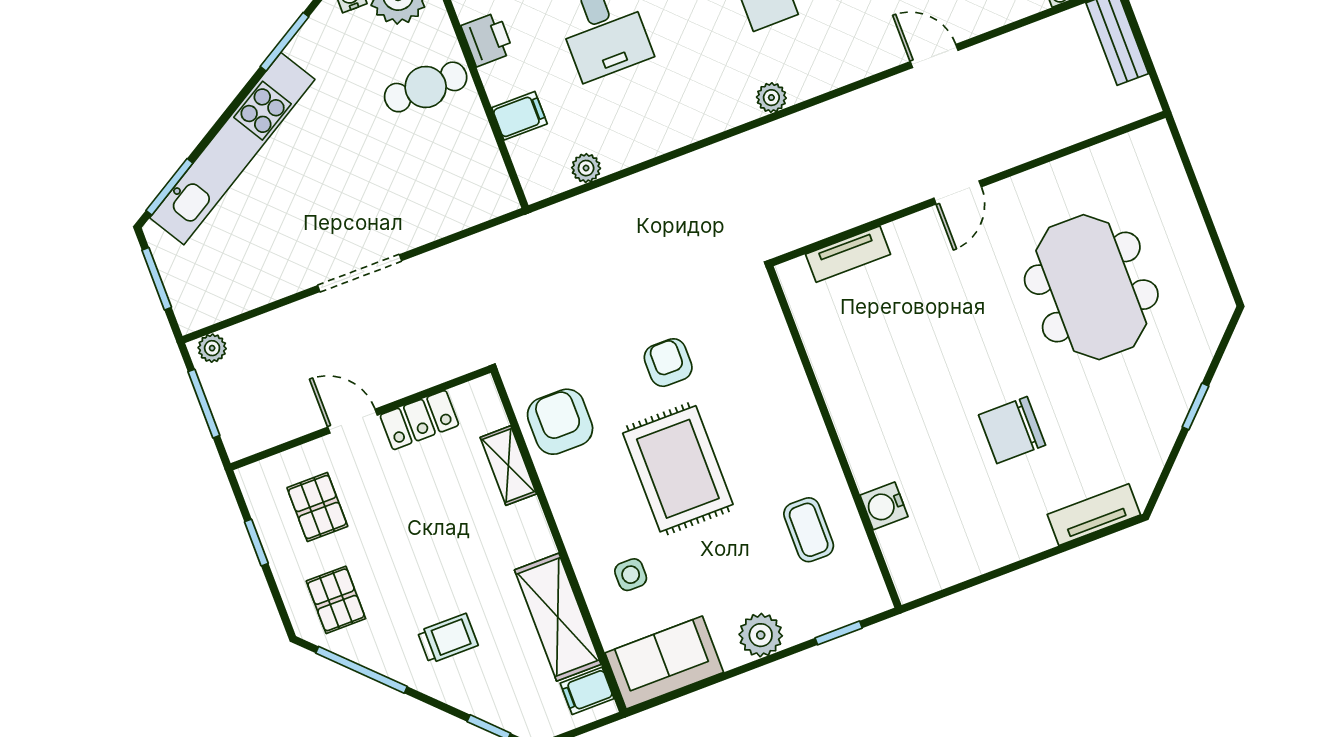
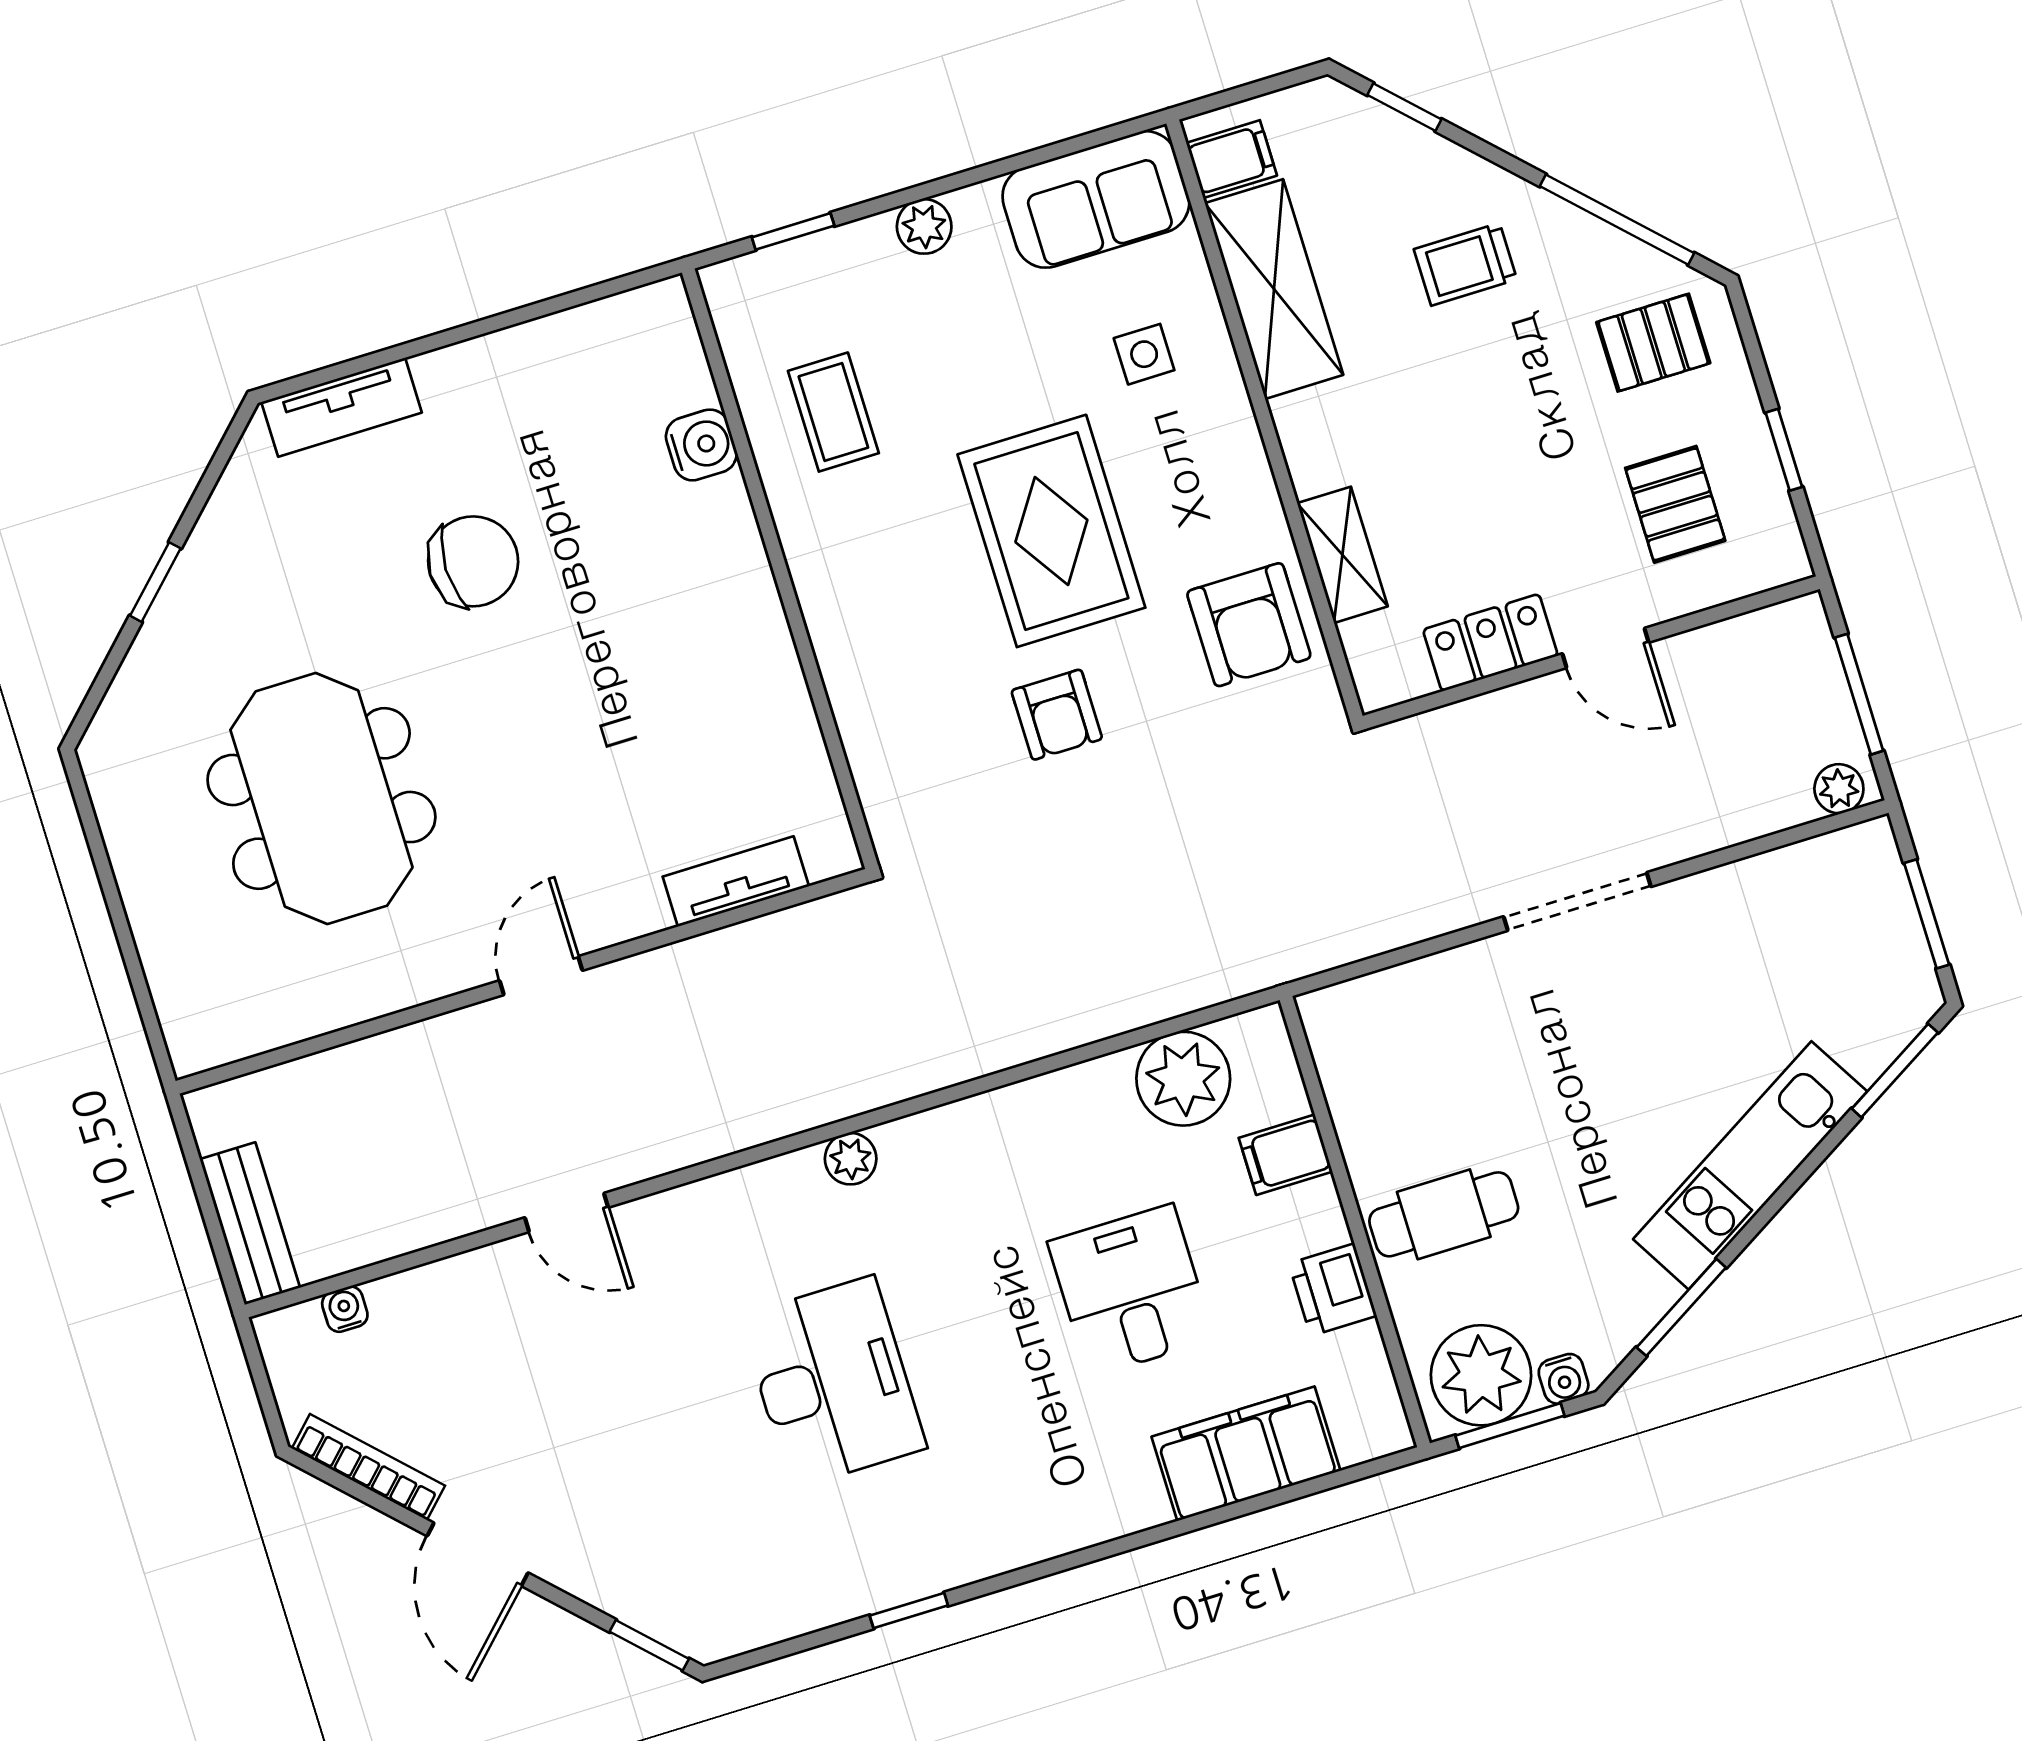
kitchen unit: (232, 149) -> (1750, 1165), width x0.73
plant: (586, 168) -> (1183, 1079), width x1.88, depth x1.88
pallet: (336, 600) -> (1653, 343), turned 90
plant: (761, 635) -> (924, 226), width x0.73, depth x0.73

